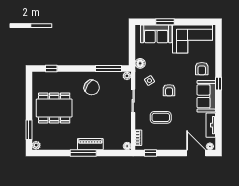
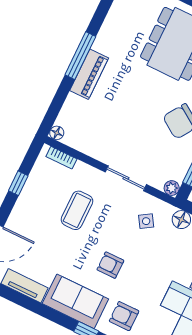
armchair: (169, 90) -> (110, 265), moved
window: (150, 153) -> (18, 183), moved

